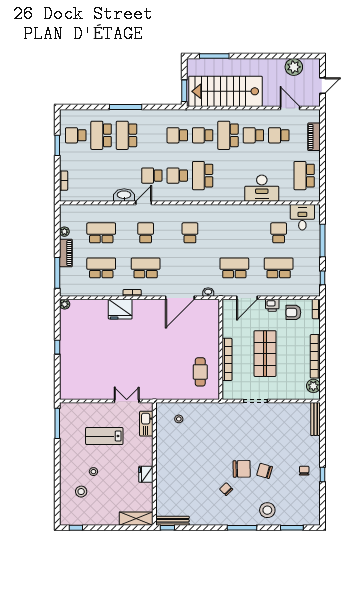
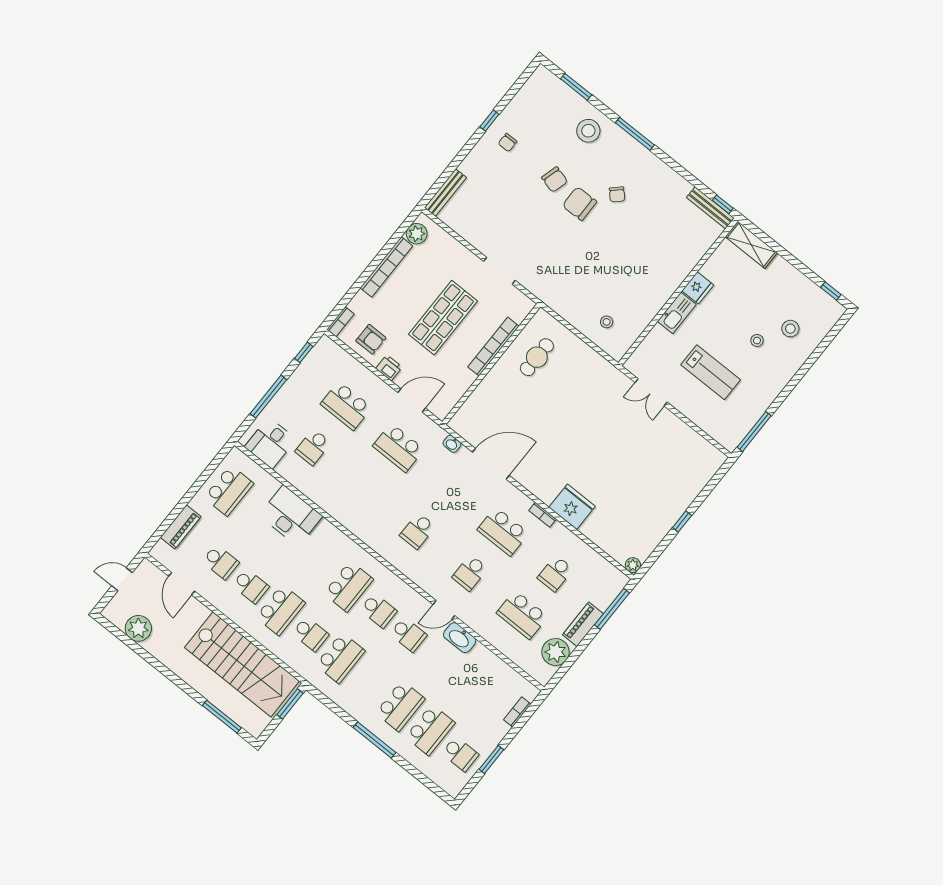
school desk: (177, 135) -> (340, 658), width x1.85
plant: (64, 232) -> (556, 652), width x1.87, depth x1.87
school desk: (101, 268) -> (555, 573), width x0.54
kitchen sink: (146, 424) -> (677, 313), moved

